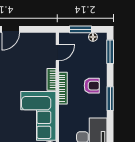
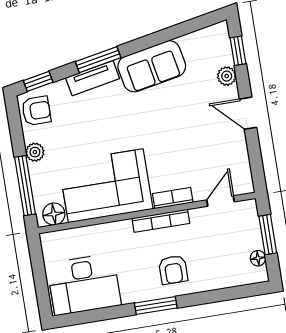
window: (110, 52) -> (237, 292), removed
door: (57, 53) -> (221, 201), swing flipped

